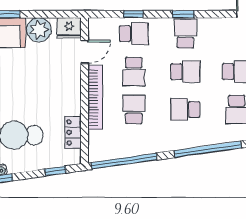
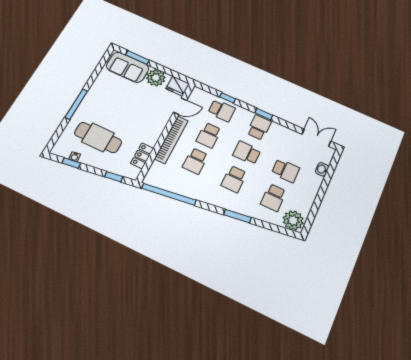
school desk: (185, 72) -> (247, 153), turned 180
school desk: (134, 109) -> (195, 161), turned 180
school desk: (185, 109) -> (234, 179), turned -90
window: (208, 149) -> (237, 216), width x0.47

